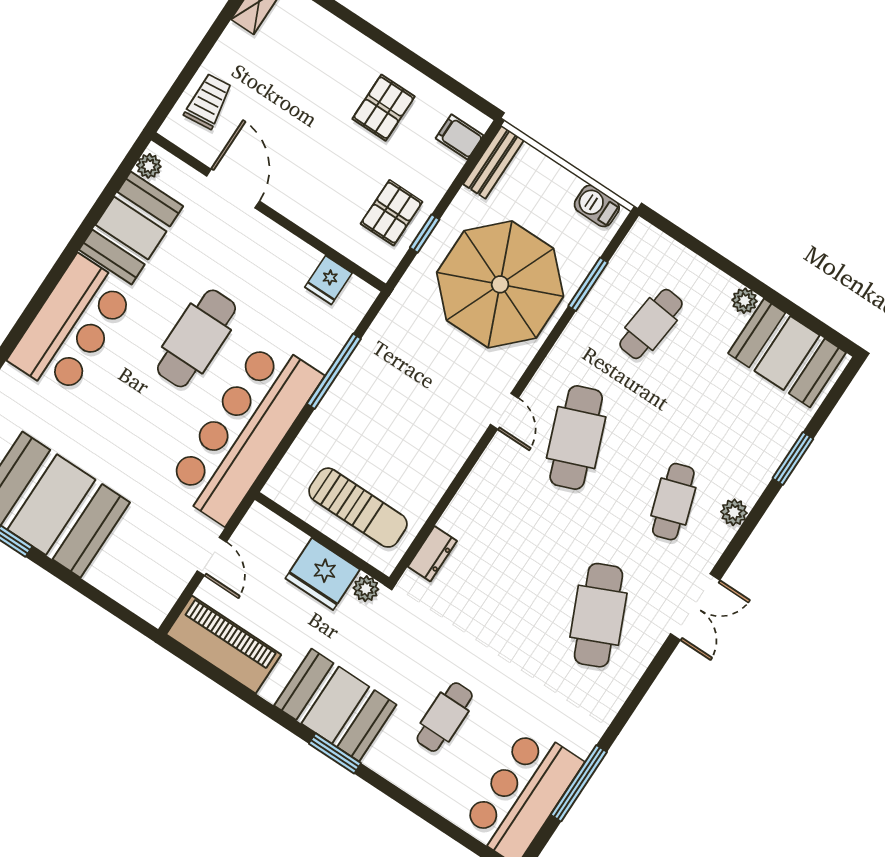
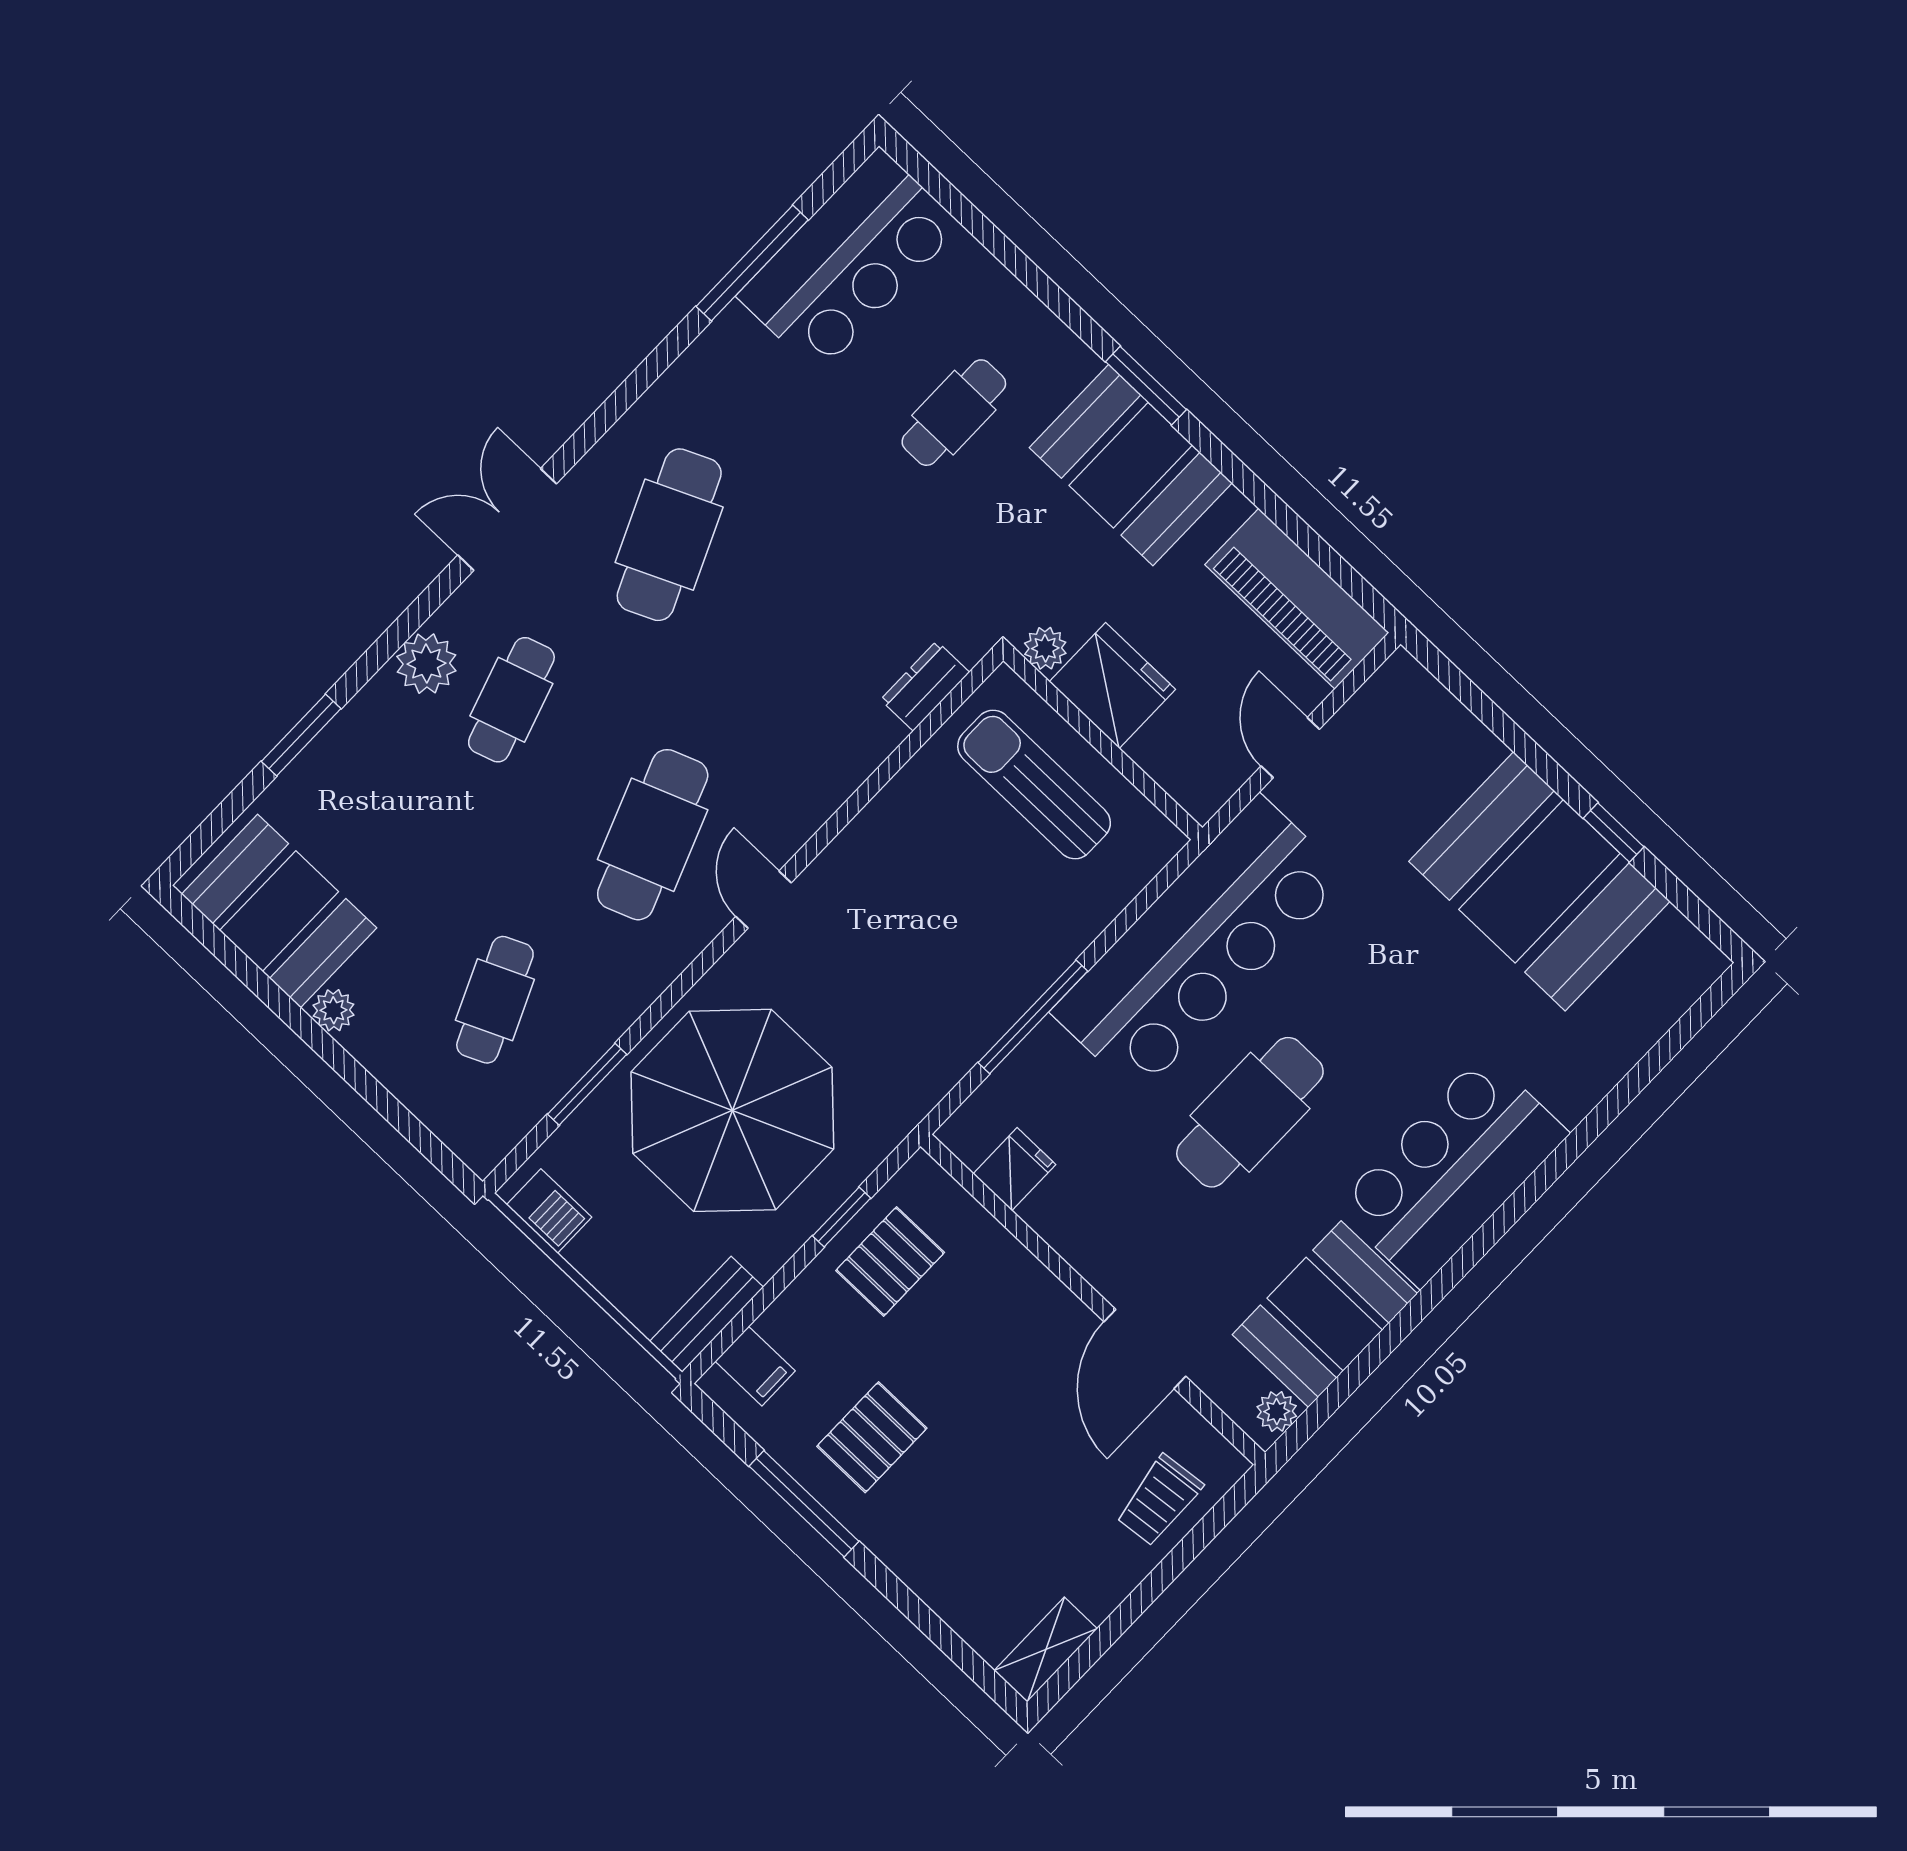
window: (416, 61) -> (804, 1504), added
cafe table: (651, 324) -> (495, 1000), turned -30
plant: (734, 512) -> (426, 664), width x1.38, depth x1.38

